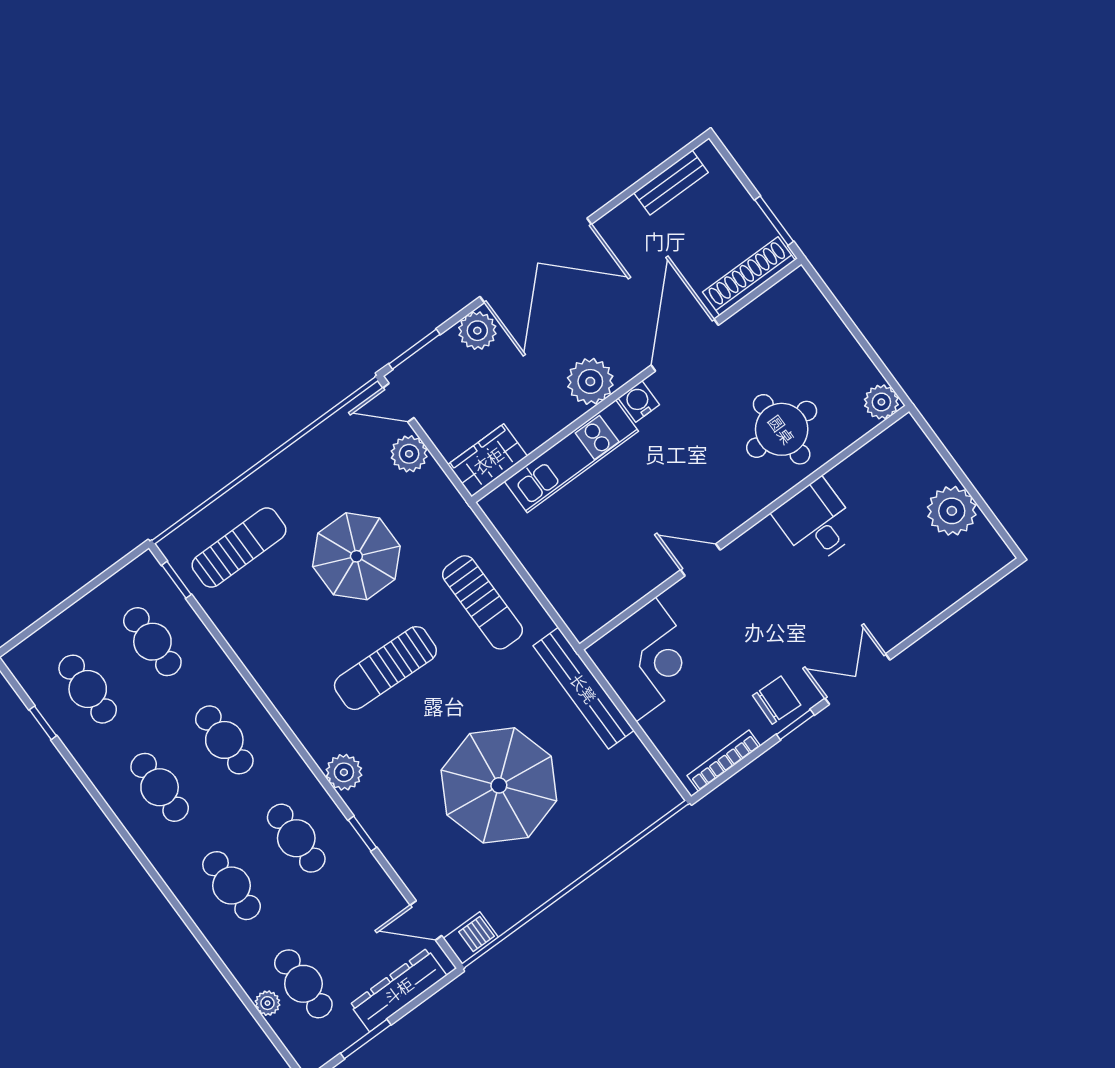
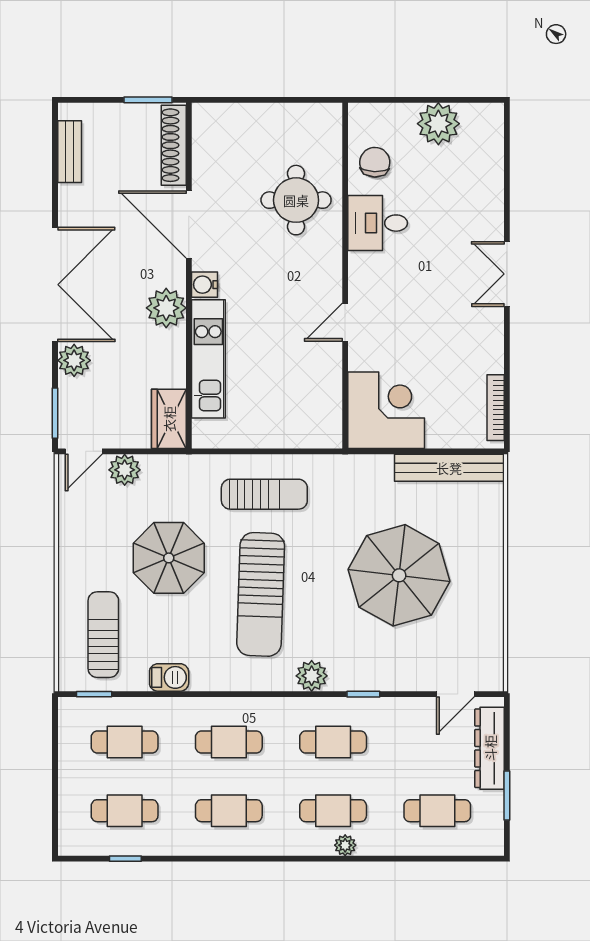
plant: (881, 402) -> (328, 117), removed
sun lounger: (385, 668) -> (261, 594), width x1.36, depth x1.34
bench: (584, 688) -> (449, 468), moved
chair: (777, 700) -> (375, 162), moved
window: (795, 725) -> (507, 340), removed
barbecue: (471, 938) -> (169, 677), moved, turned 90
plant: (268, 1003) -> (345, 845), moved

